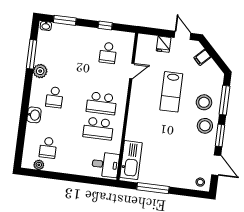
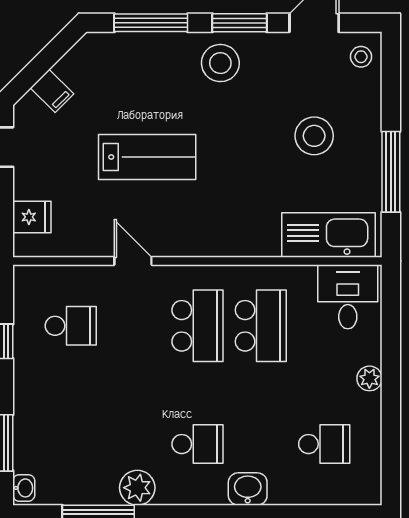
fridge: (164, 44) -> (32, 217), moved
door: (132, 71) -> (133, 261), moved
stool: (204, 102) -> (314, 136), moved
plant: (39, 165) -> (369, 378), moved

